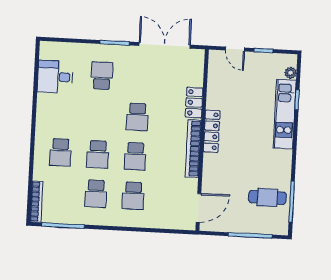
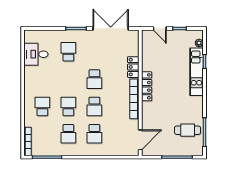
school desk: (60, 152) -> (42, 106), turned 180
school desk: (98, 154) -> (68, 106), turned 180

